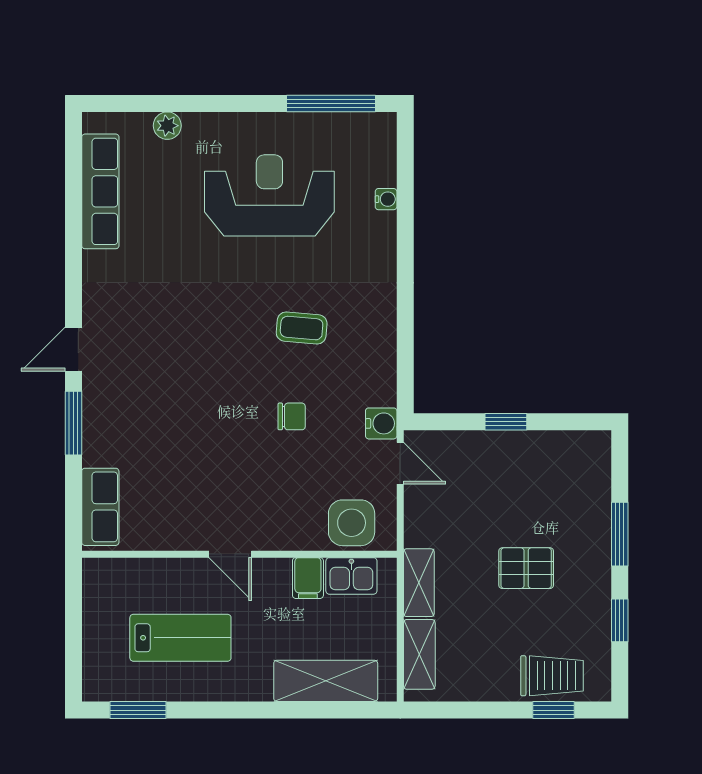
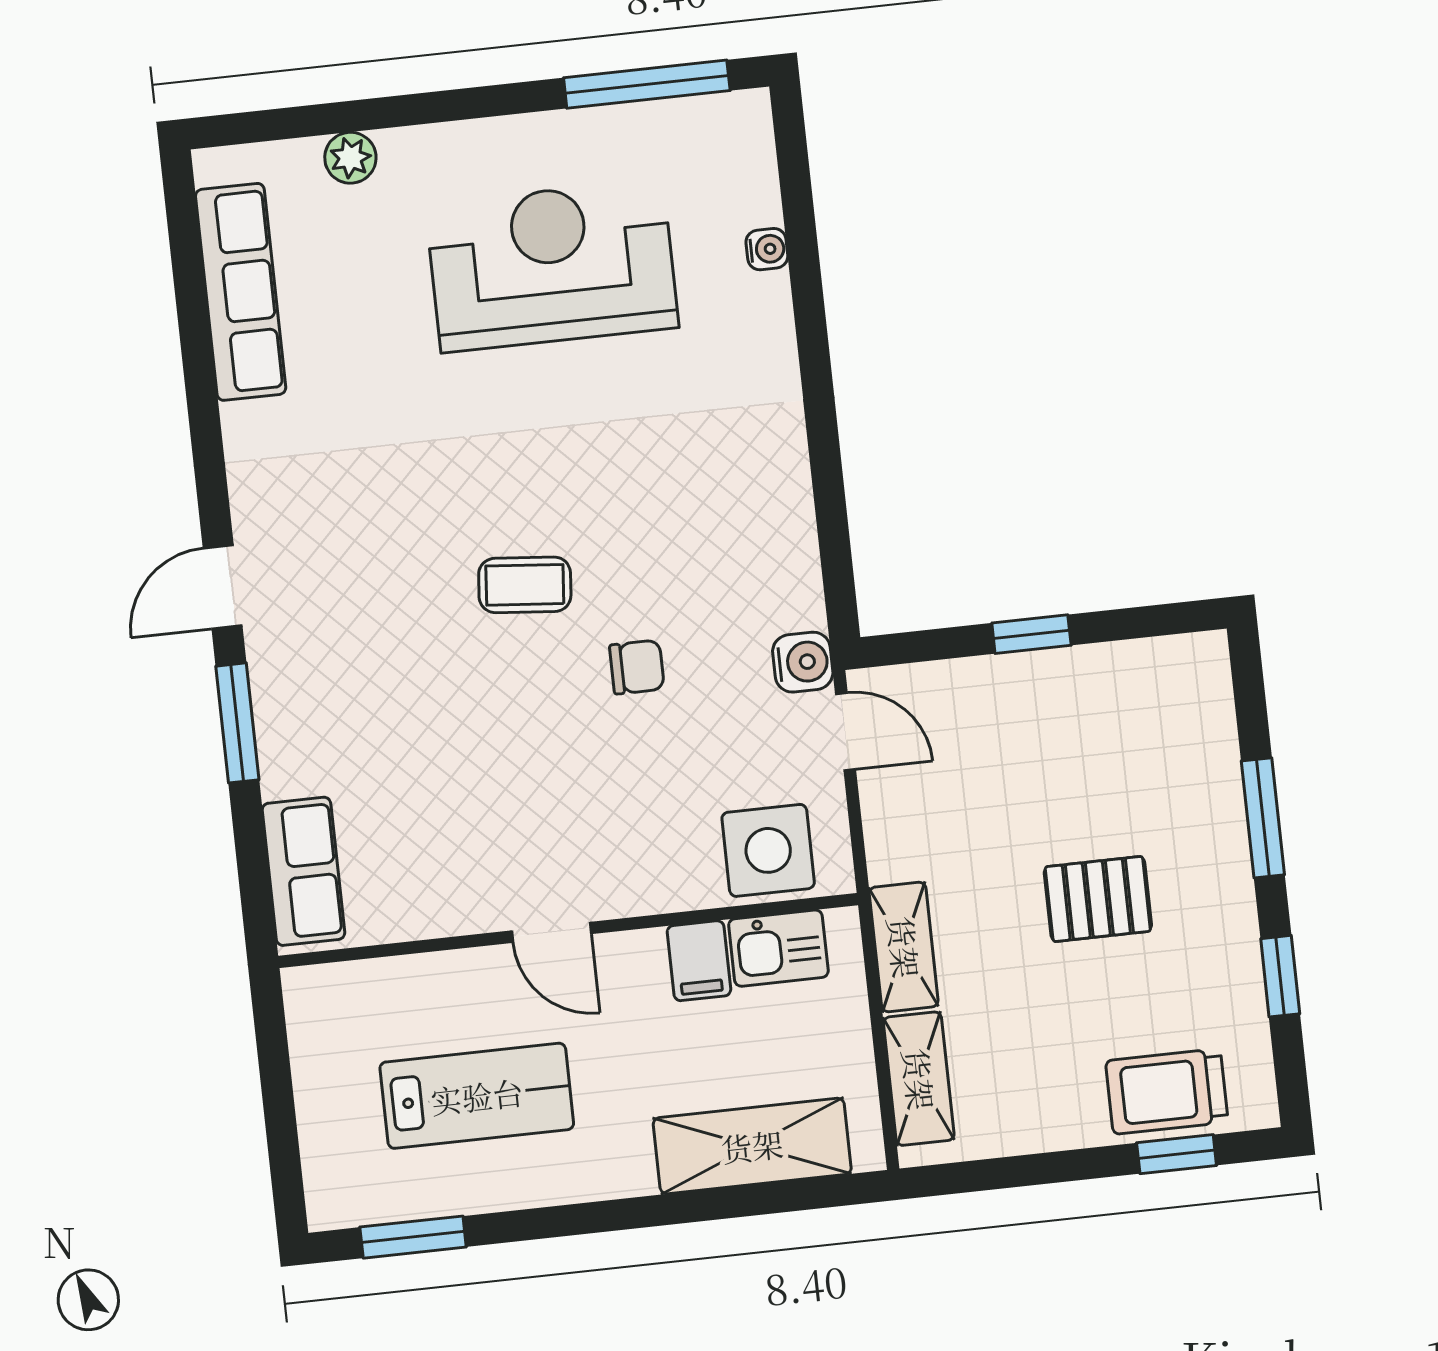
coffee table: (302, 328) -> (525, 585), moved
trolley: (552, 676) -> (1167, 1091), turned 180

